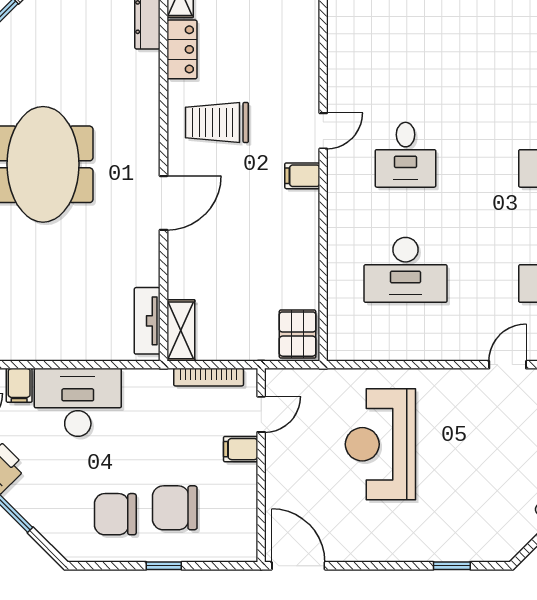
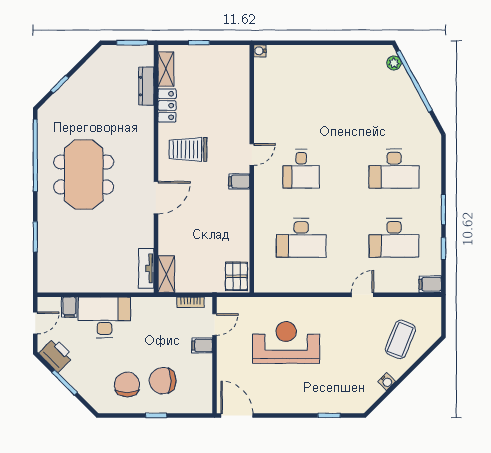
bookcase: (209, 377) -> (191, 302), width x0.64
reception desk: (380, 444) -> (286, 343), turned 90
chair: (115, 514) -> (127, 385), turned 90

